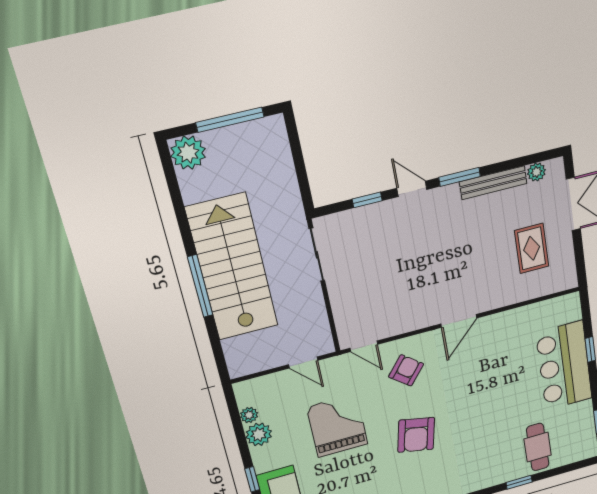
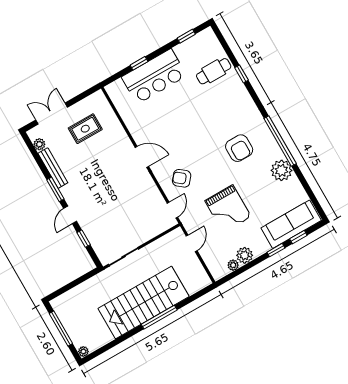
plant: (188, 153) -> (83, 351), width x0.53, depth x0.53
grand piano: (337, 426) -> (228, 209), turned -90
armchair: (416, 435) -> (239, 148), moved, turned 78

